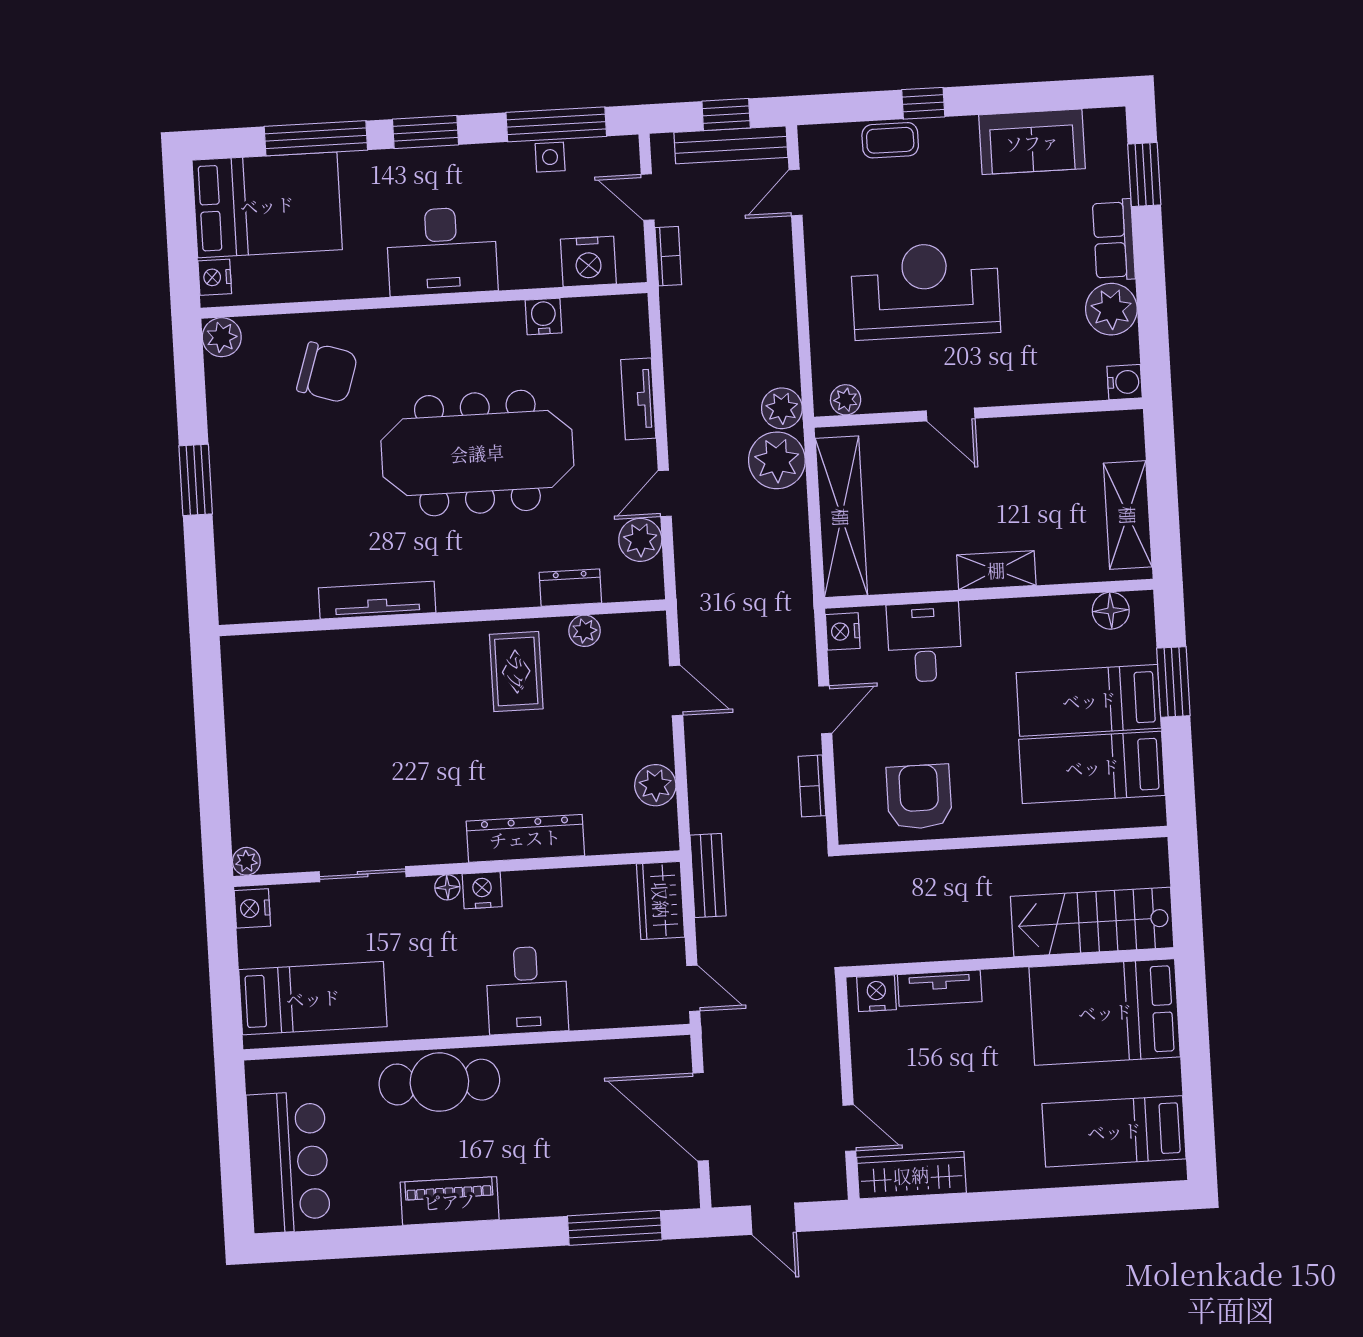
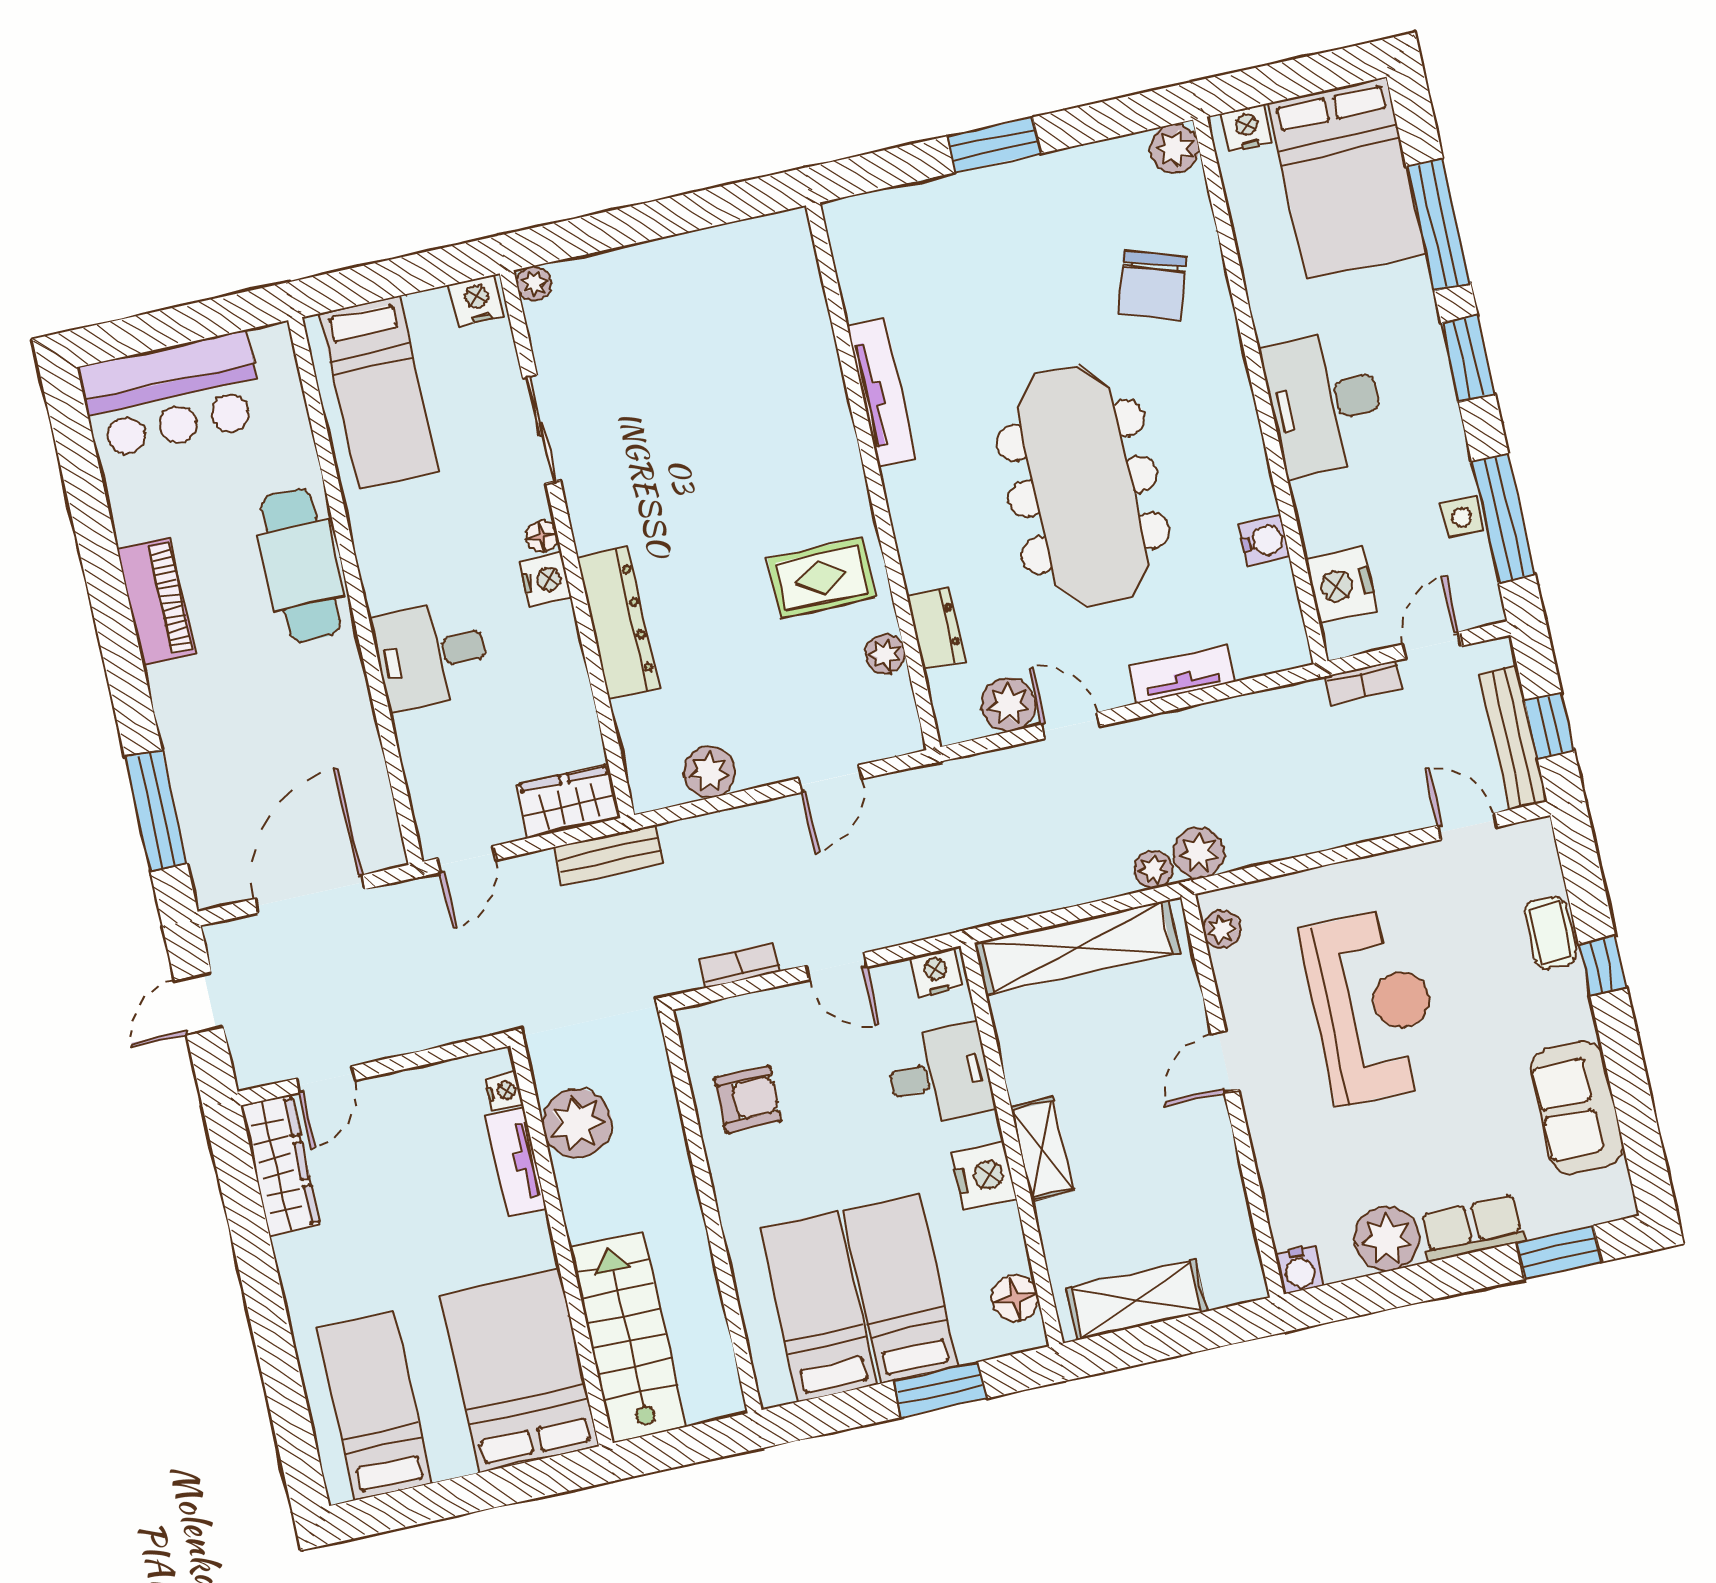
plant: (777, 460) -> (1153, 869), width x0.53, depth x0.53
nightstand: (1010, 620) -> (984, 1176), added
armchair: (919, 797) -> (748, 1099), width x0.72, depth x0.72
plant: (916, 935) -> (577, 1123), added
nightstand: (876, 993) -> (504, 1091), width x0.72, depth x0.74

